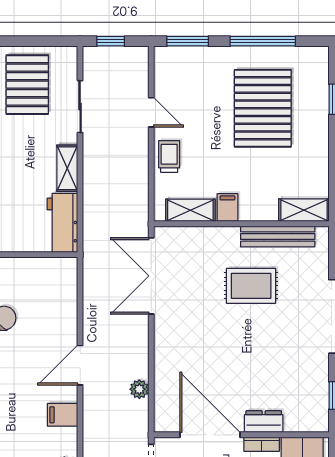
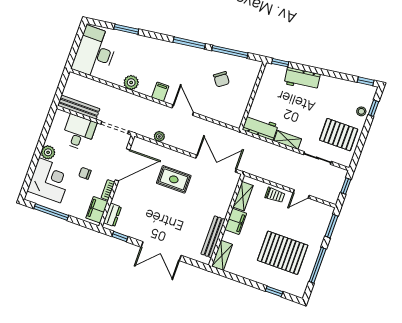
filing cabinet: (227, 208) -> (236, 221), width x2.00
rug: (251, 286) -> (174, 179), moved, turned 90
dresser: (264, 422) -> (112, 215), moved

